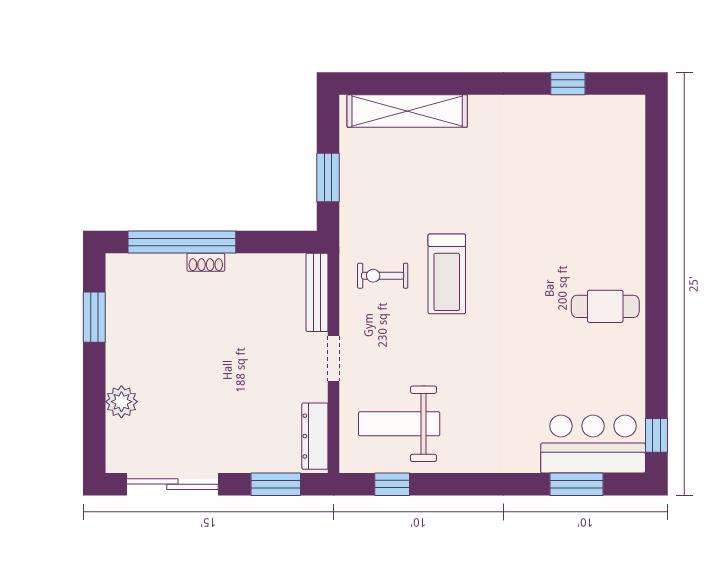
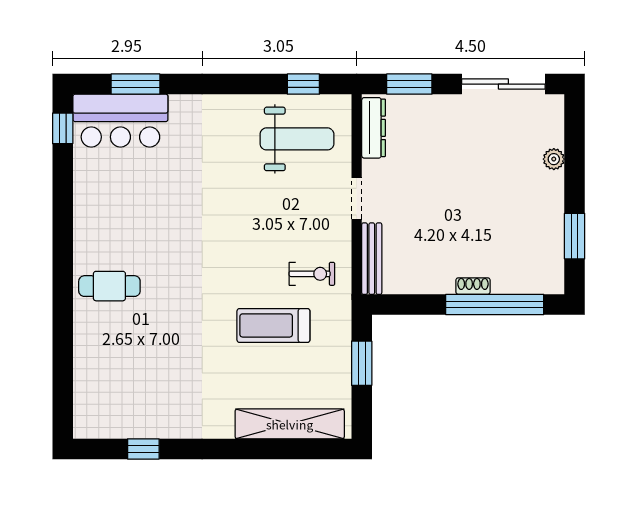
treadmill: (447, 274) -> (273, 325), moved, turned -90
cafe table: (605, 306) -> (109, 286), moved
plant: (121, 402) -> (554, 159), width x0.73, depth x0.73

